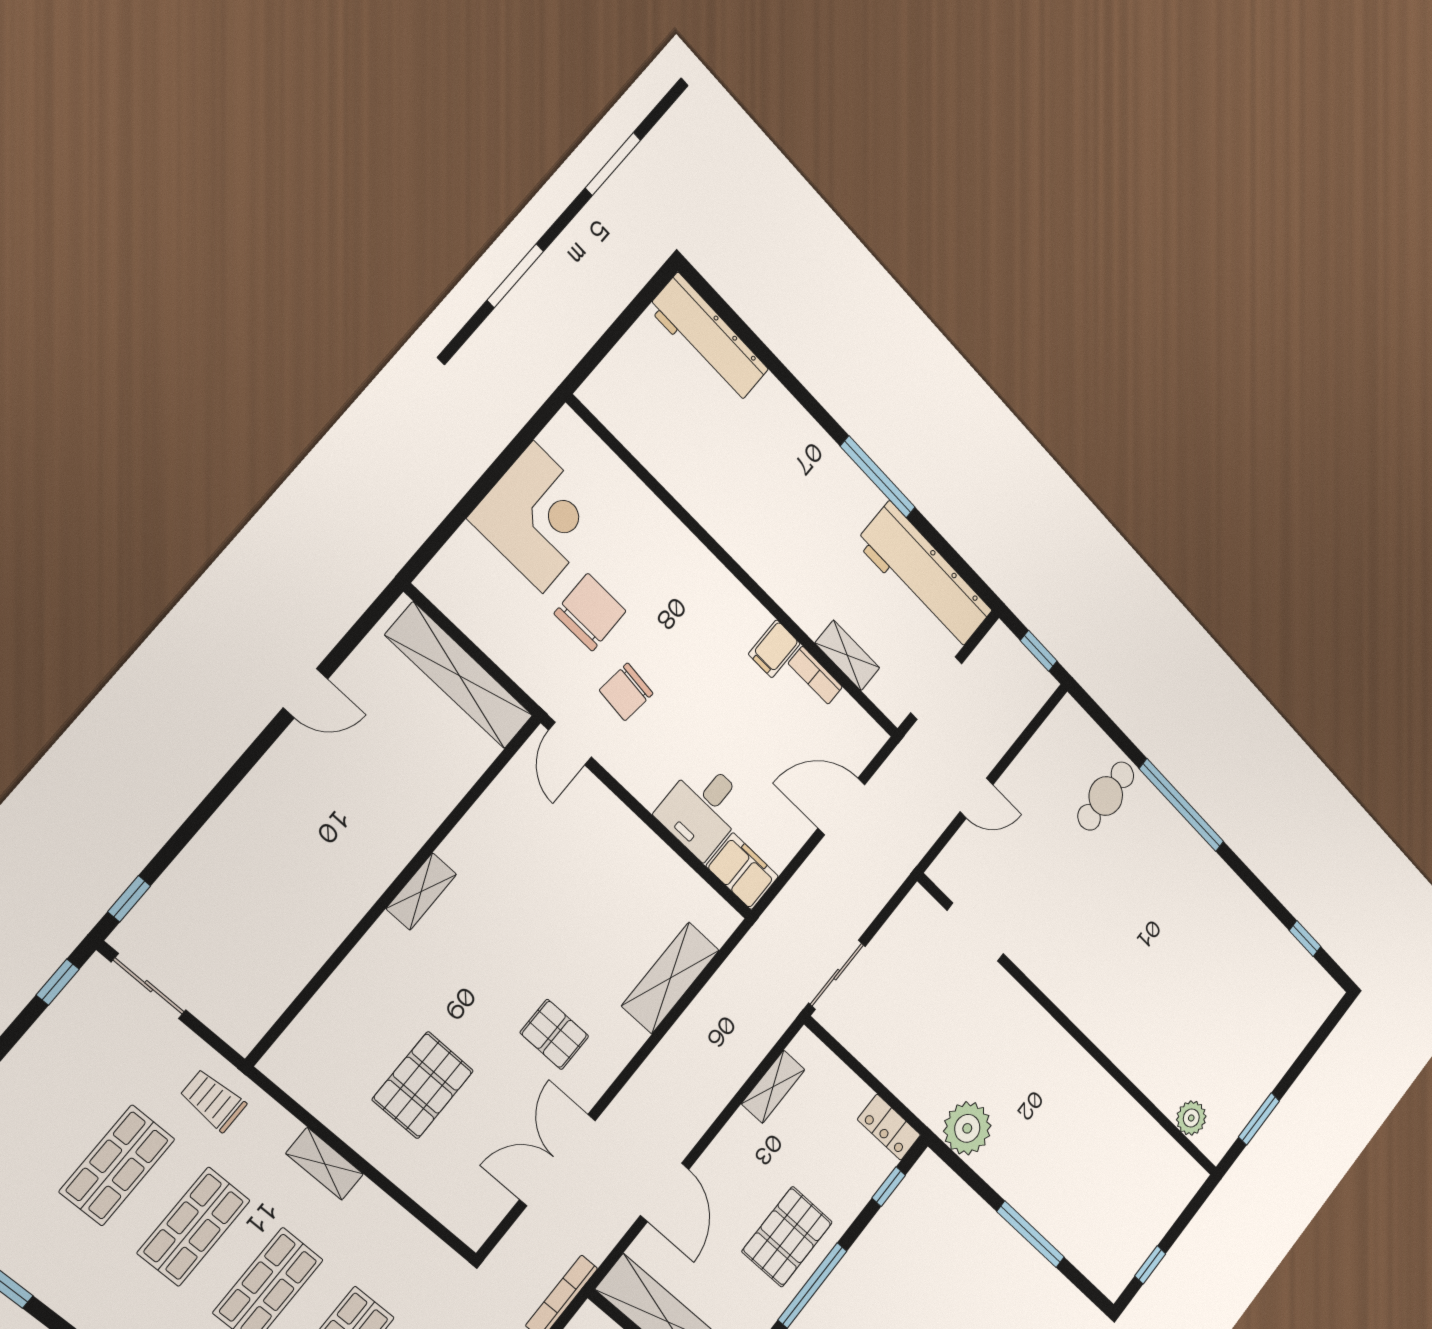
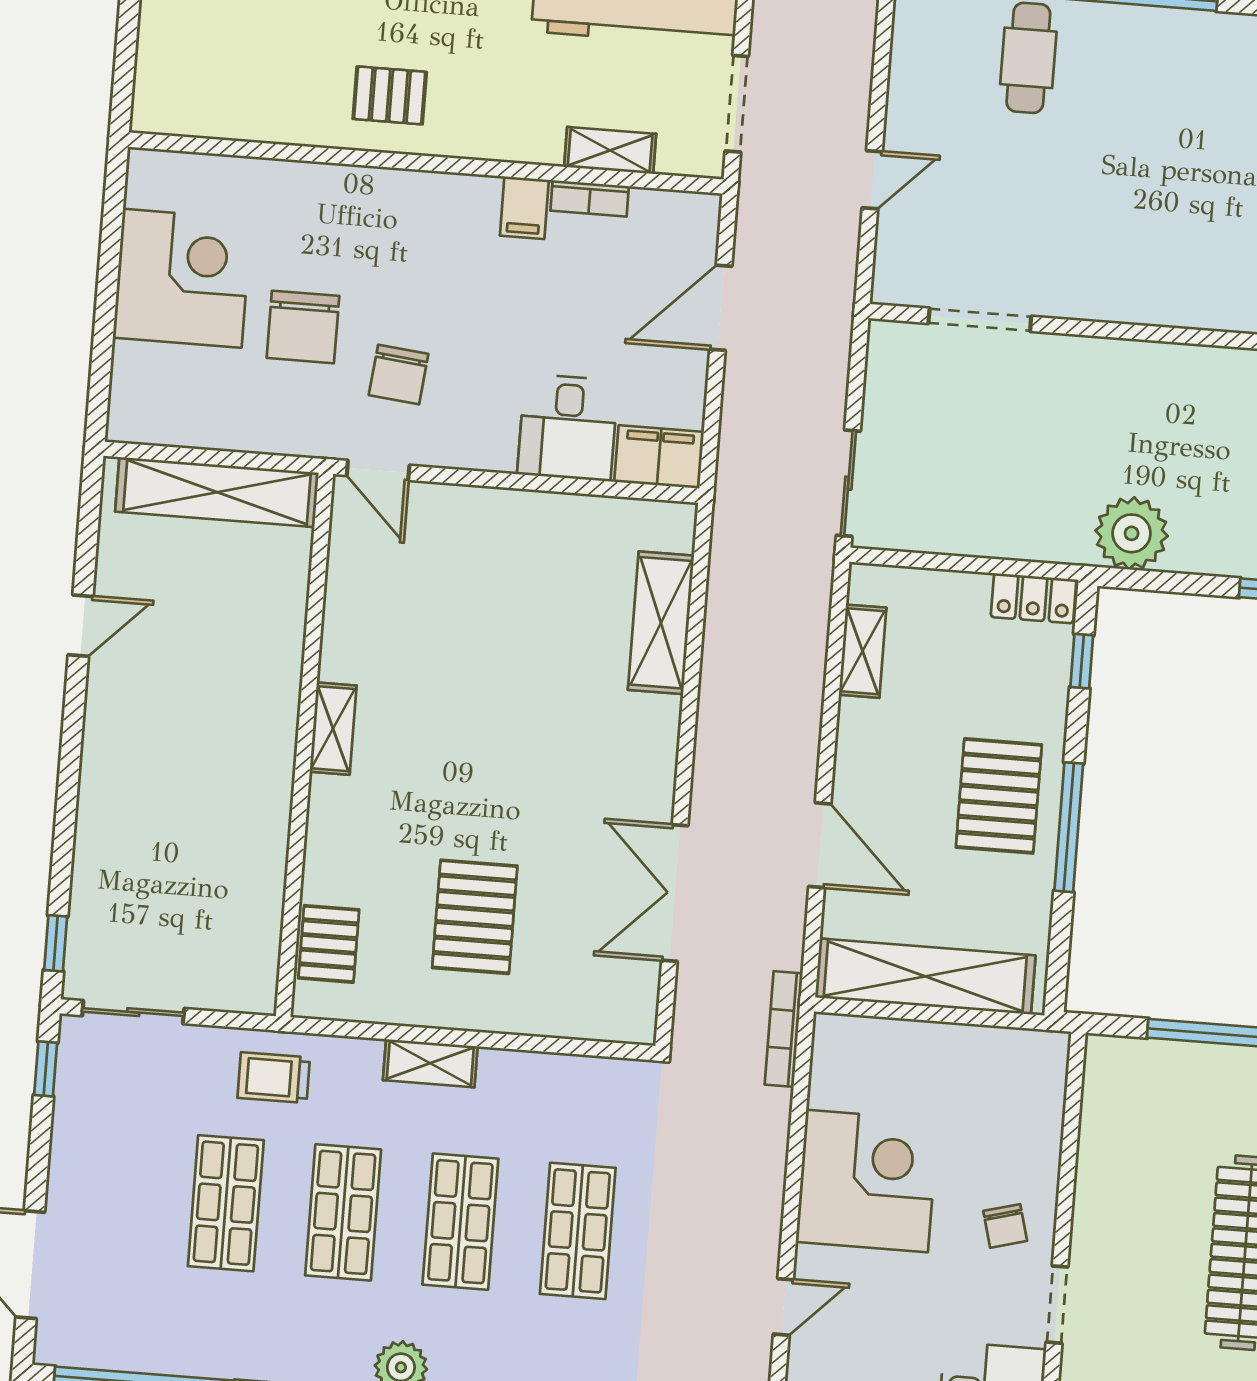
pallet: (746, 510) -> (390, 95), added
chair: (590, 612) -> (303, 327), turned 180
pallet: (554, 1034) -> (329, 944), moved, turned 90

